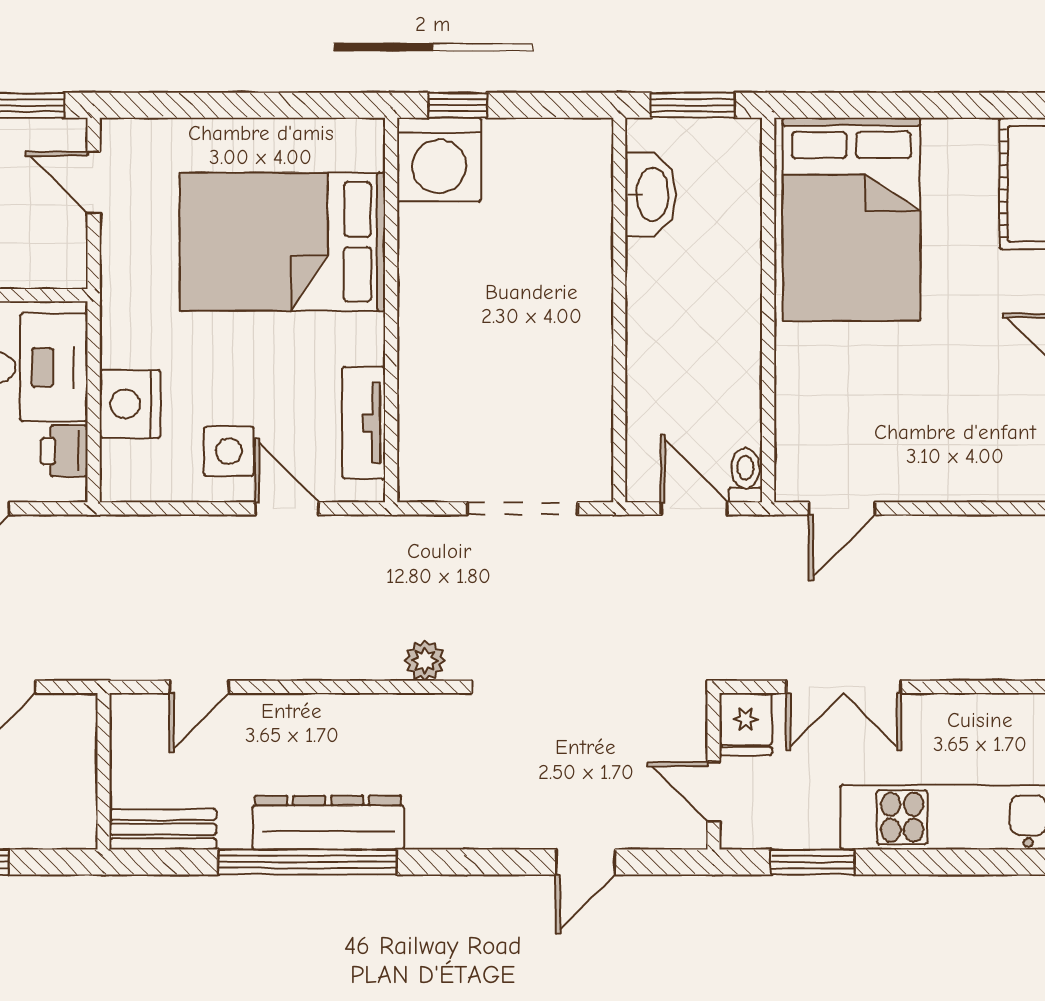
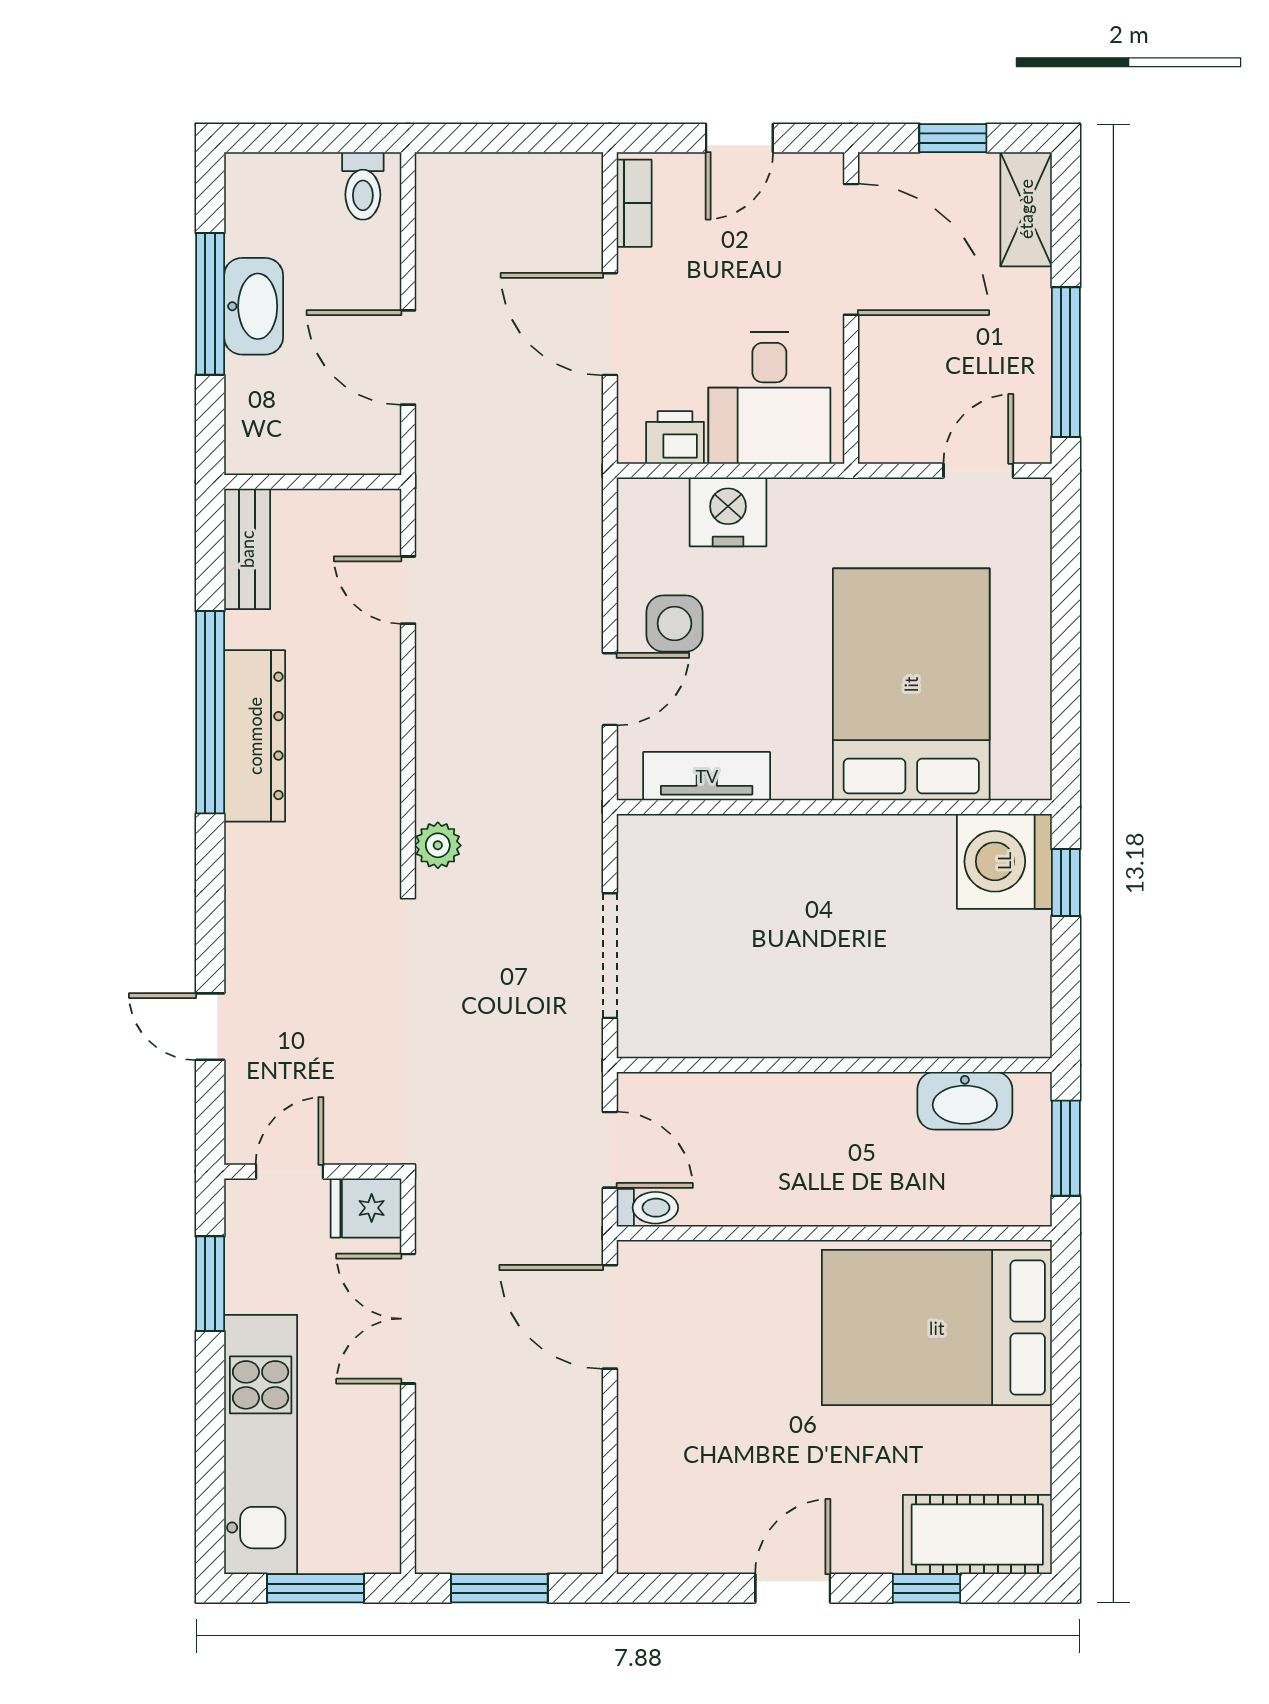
door: (694, 508) -> (610, 1150), hinge flipped
door: (842, 508) -> (610, 1317), width x1.38

